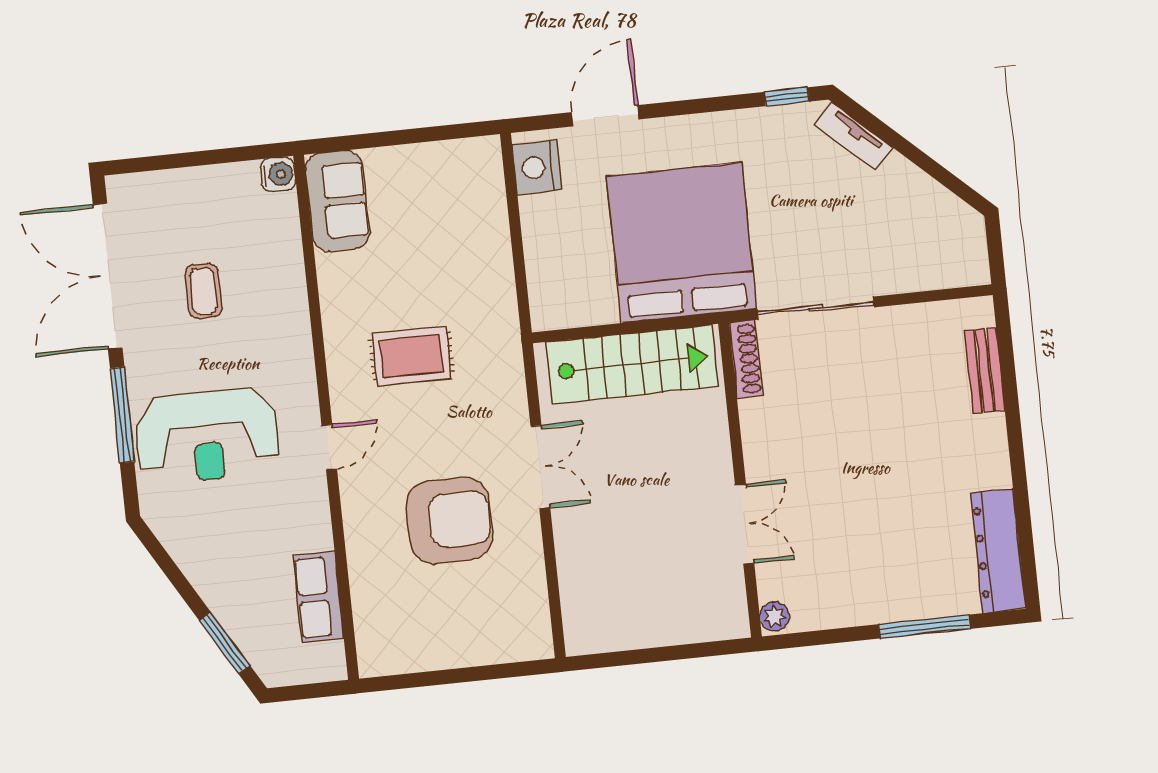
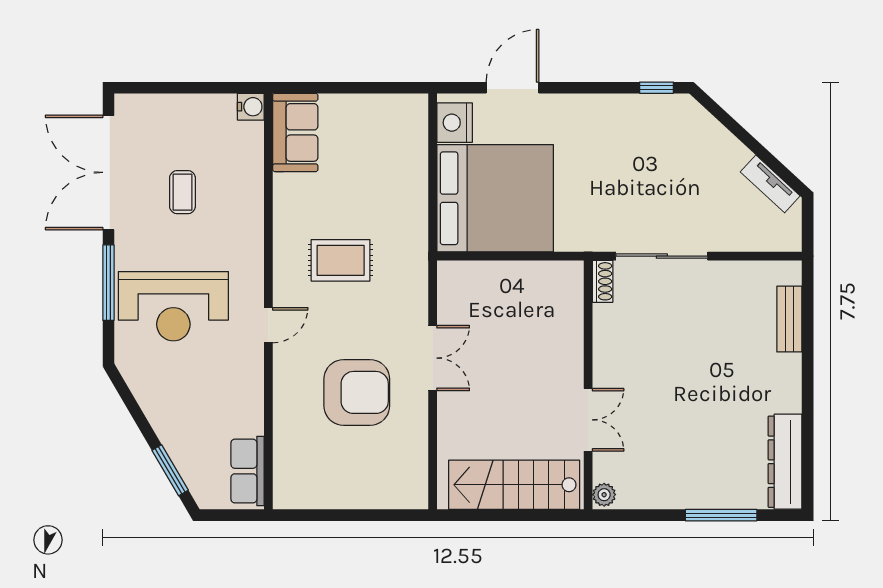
tv unit: (853, 136) -> (770, 184), moved
bed: (682, 243) -> (495, 198), moved, turned 90
shoe rack: (746, 359) -> (603, 281), width x0.70
stairs: (632, 364) -> (514, 485), moved, turned 180
row of seats: (318, 597) -> (248, 471), moved

